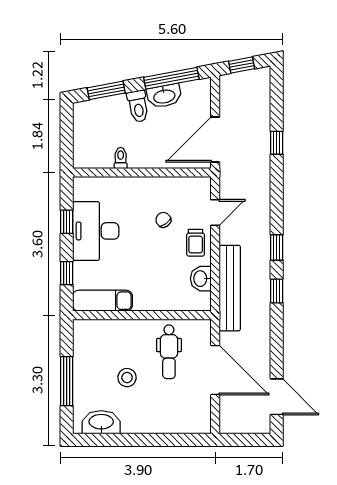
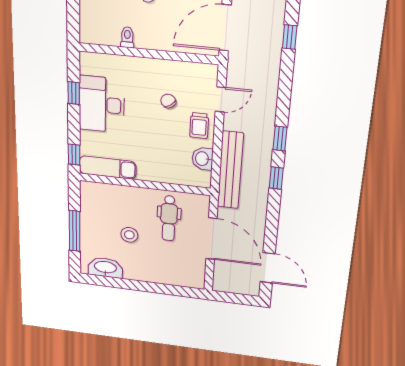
window: (67, 273) -> (74, 155), moved

